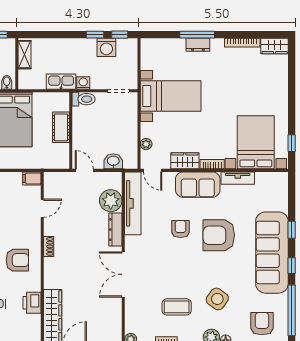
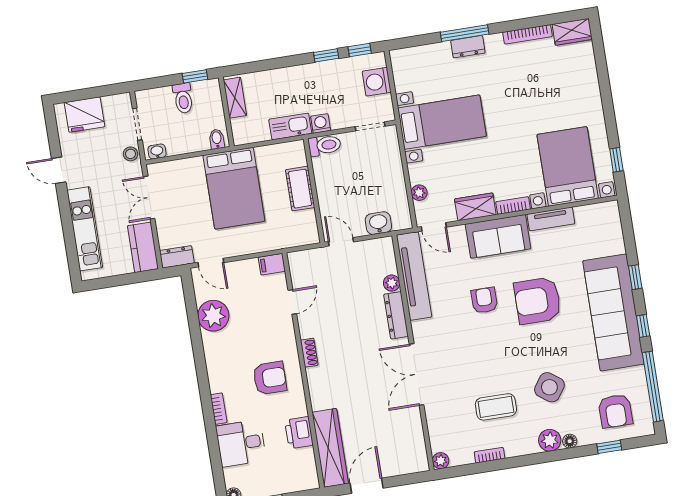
washing machine: (106, 47) -> (377, 82), moved, turned 90
plant: (111, 201) -> (392, 283), width x0.53, depth x0.53
armchair: (262, 324) -> (615, 411), turned 180

